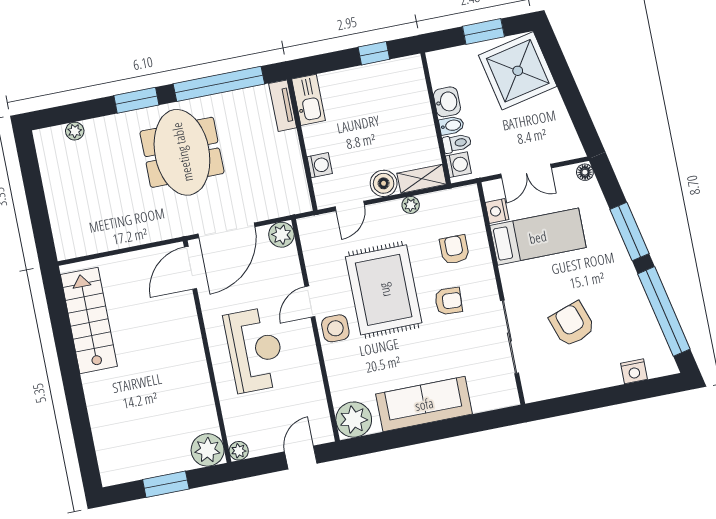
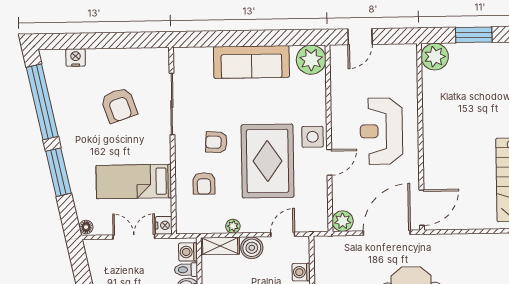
nightstand: (497, 211) -> (164, 225), moved
plant: (239, 451) -> (409, 51), removed

